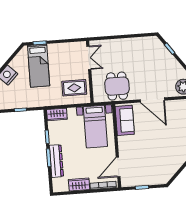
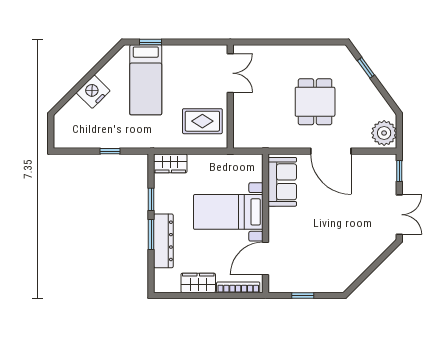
dining table: (117, 86) -> (315, 102), moved
bed with nightstands: (95, 127) -> (228, 212), moved, turned 90

